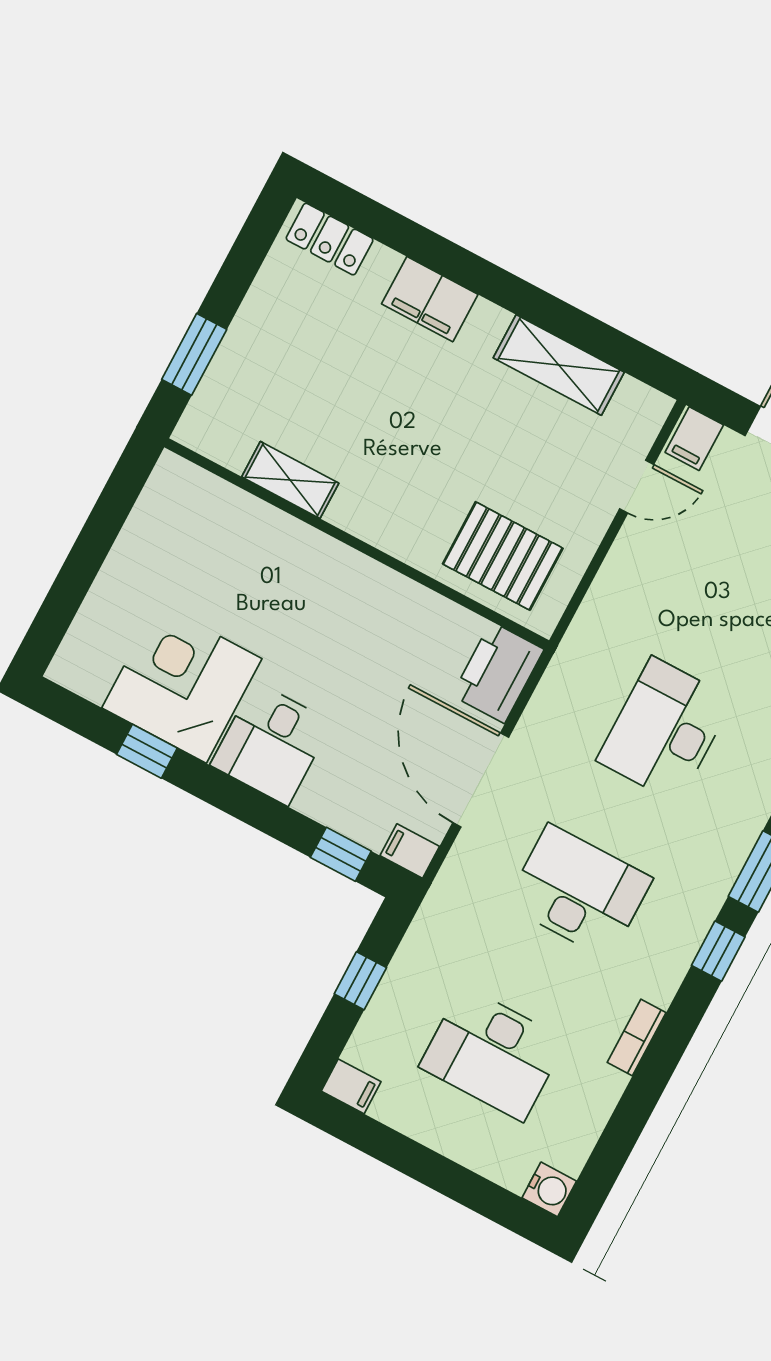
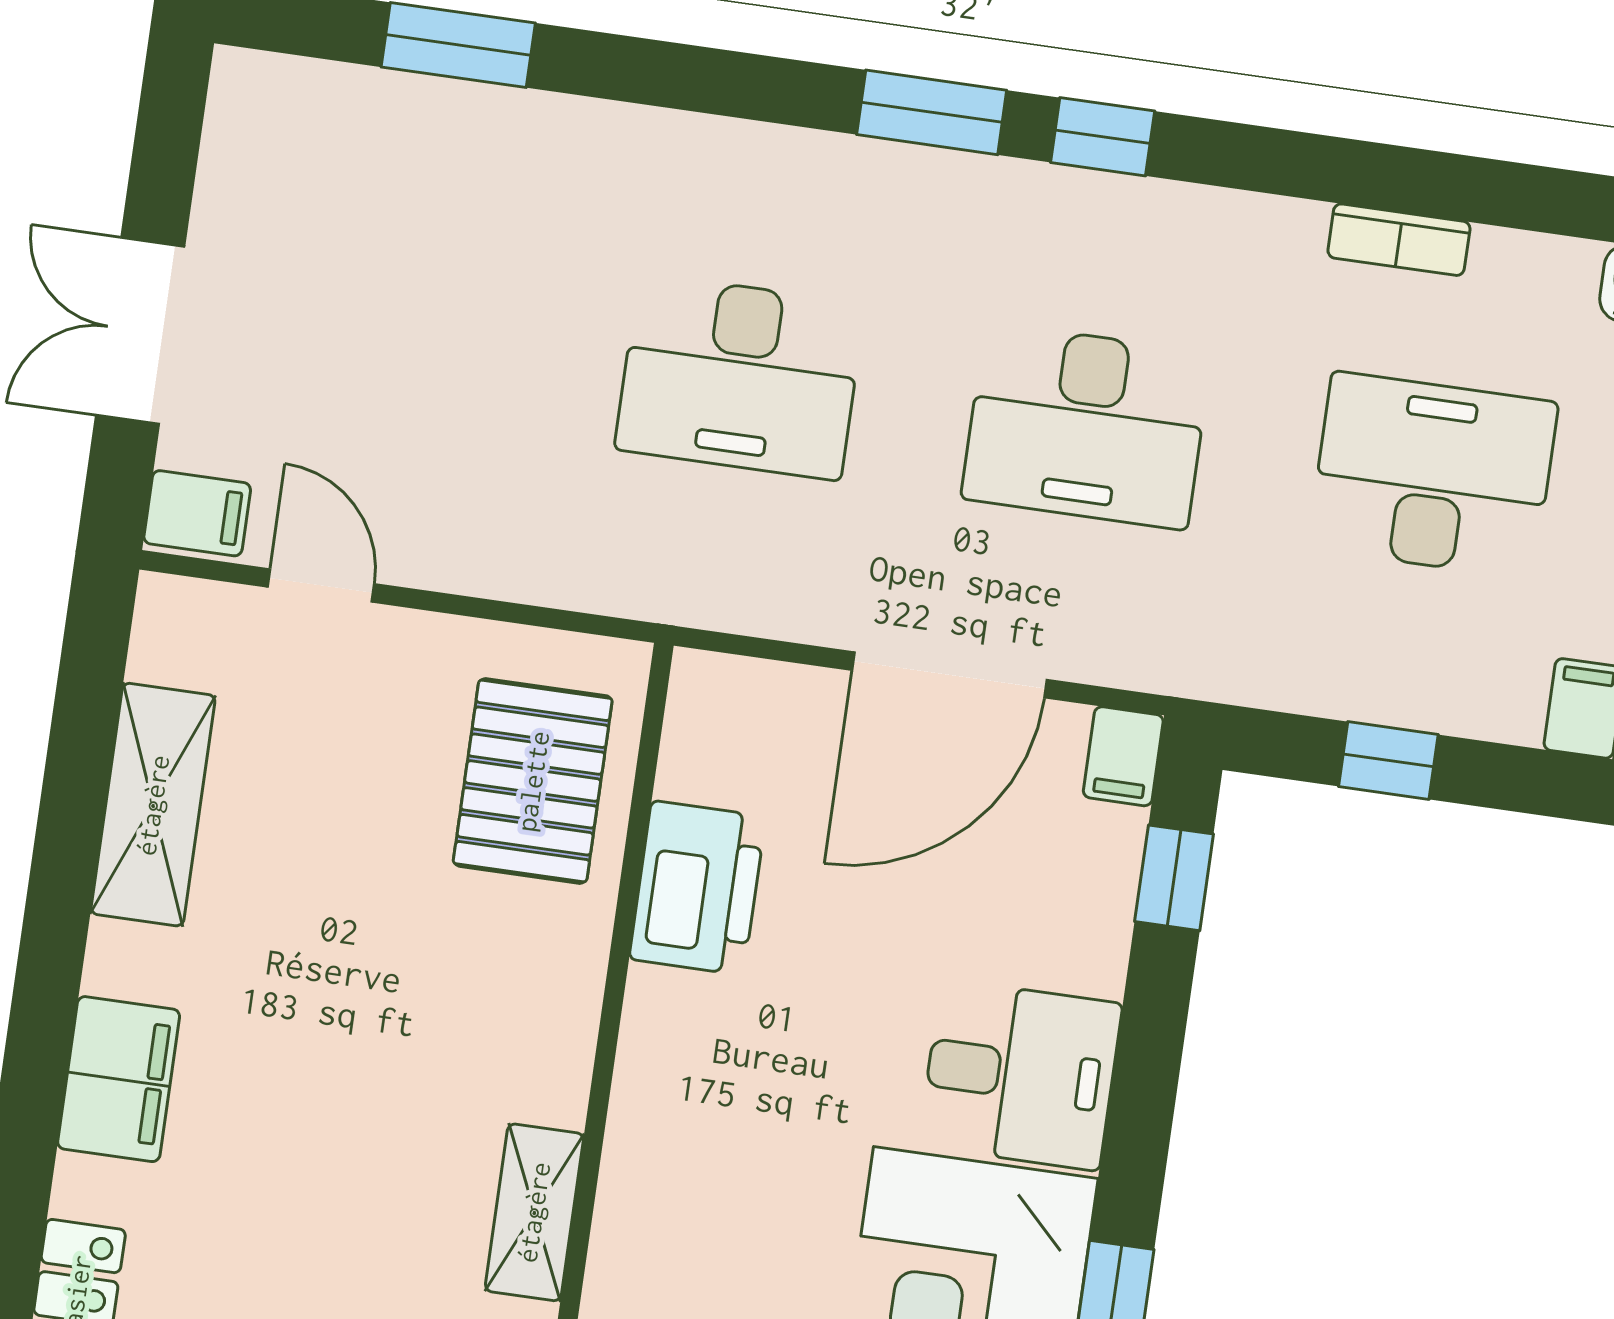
printer: (498, 672) -> (697, 888), moved, turned -90
desk: (579, 892) -> (1086, 426), turned -90
bookcase: (637, 1038) -> (1399, 240), moved
desk: (493, 1053) -> (1433, 475), turned -90

